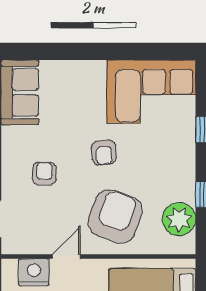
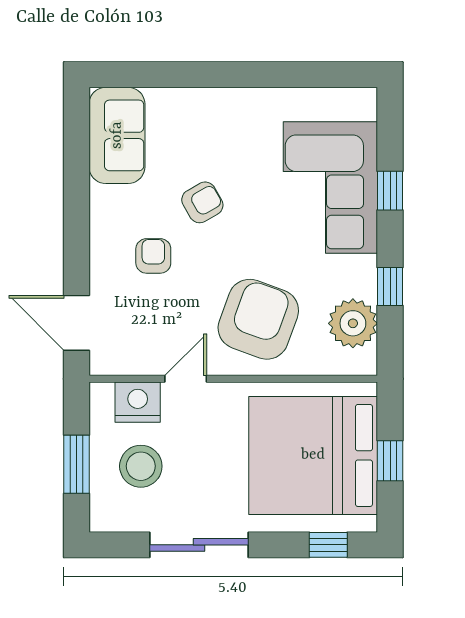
corner sofa: (151, 92) -> (330, 188), moved, turned 90
armchair: (104, 152) -> (202, 202), moved, turned -115

